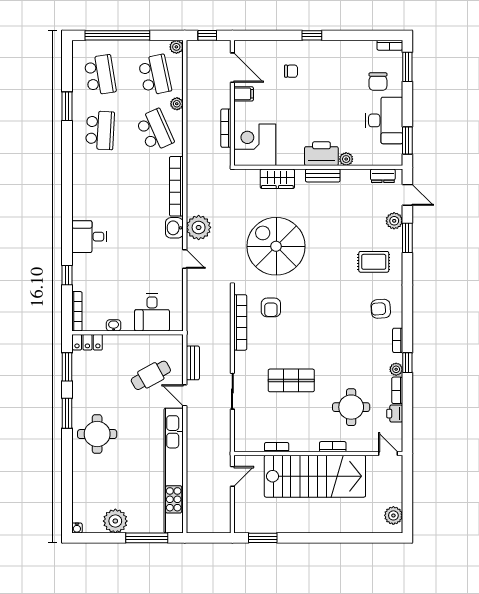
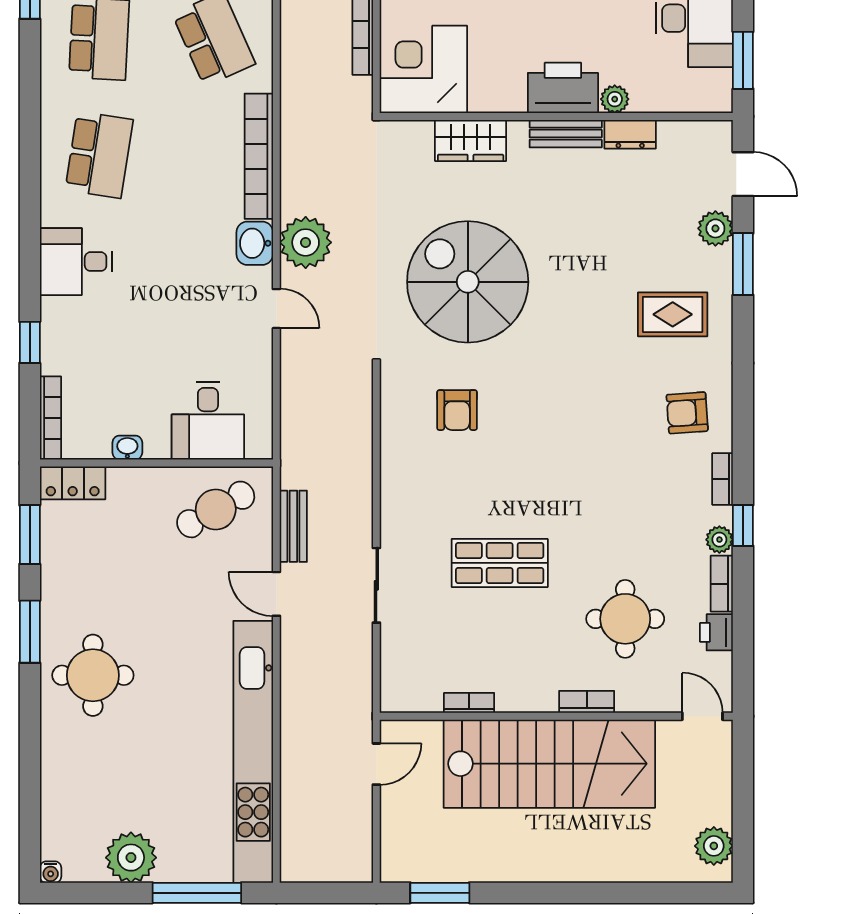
dresser: (383, 176) -> (630, 134), moved
school desk: (100, 186) -> (99, 155), added
bookcase: (240, 322) -> (393, 441), removed
cafe table: (151, 375) -> (216, 509), moved

